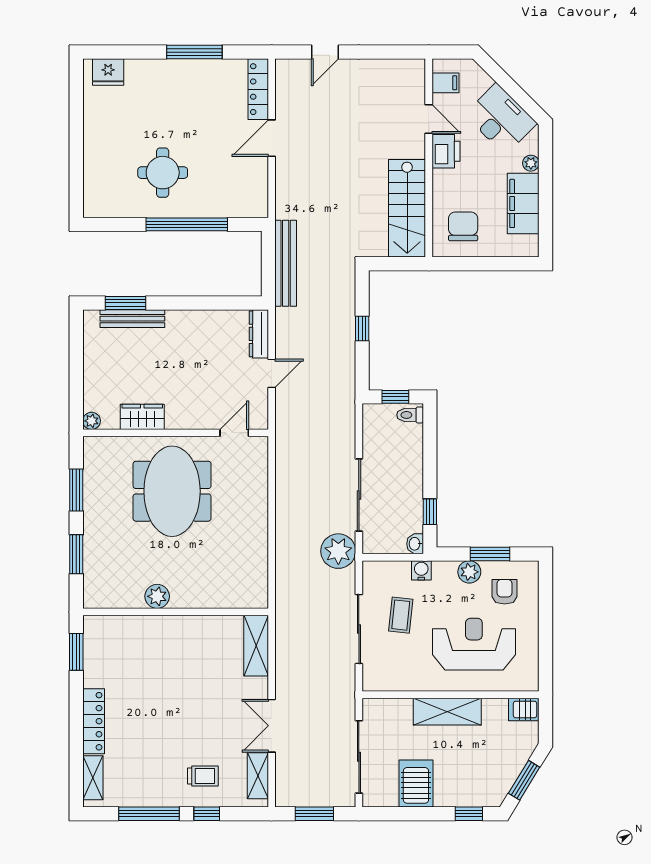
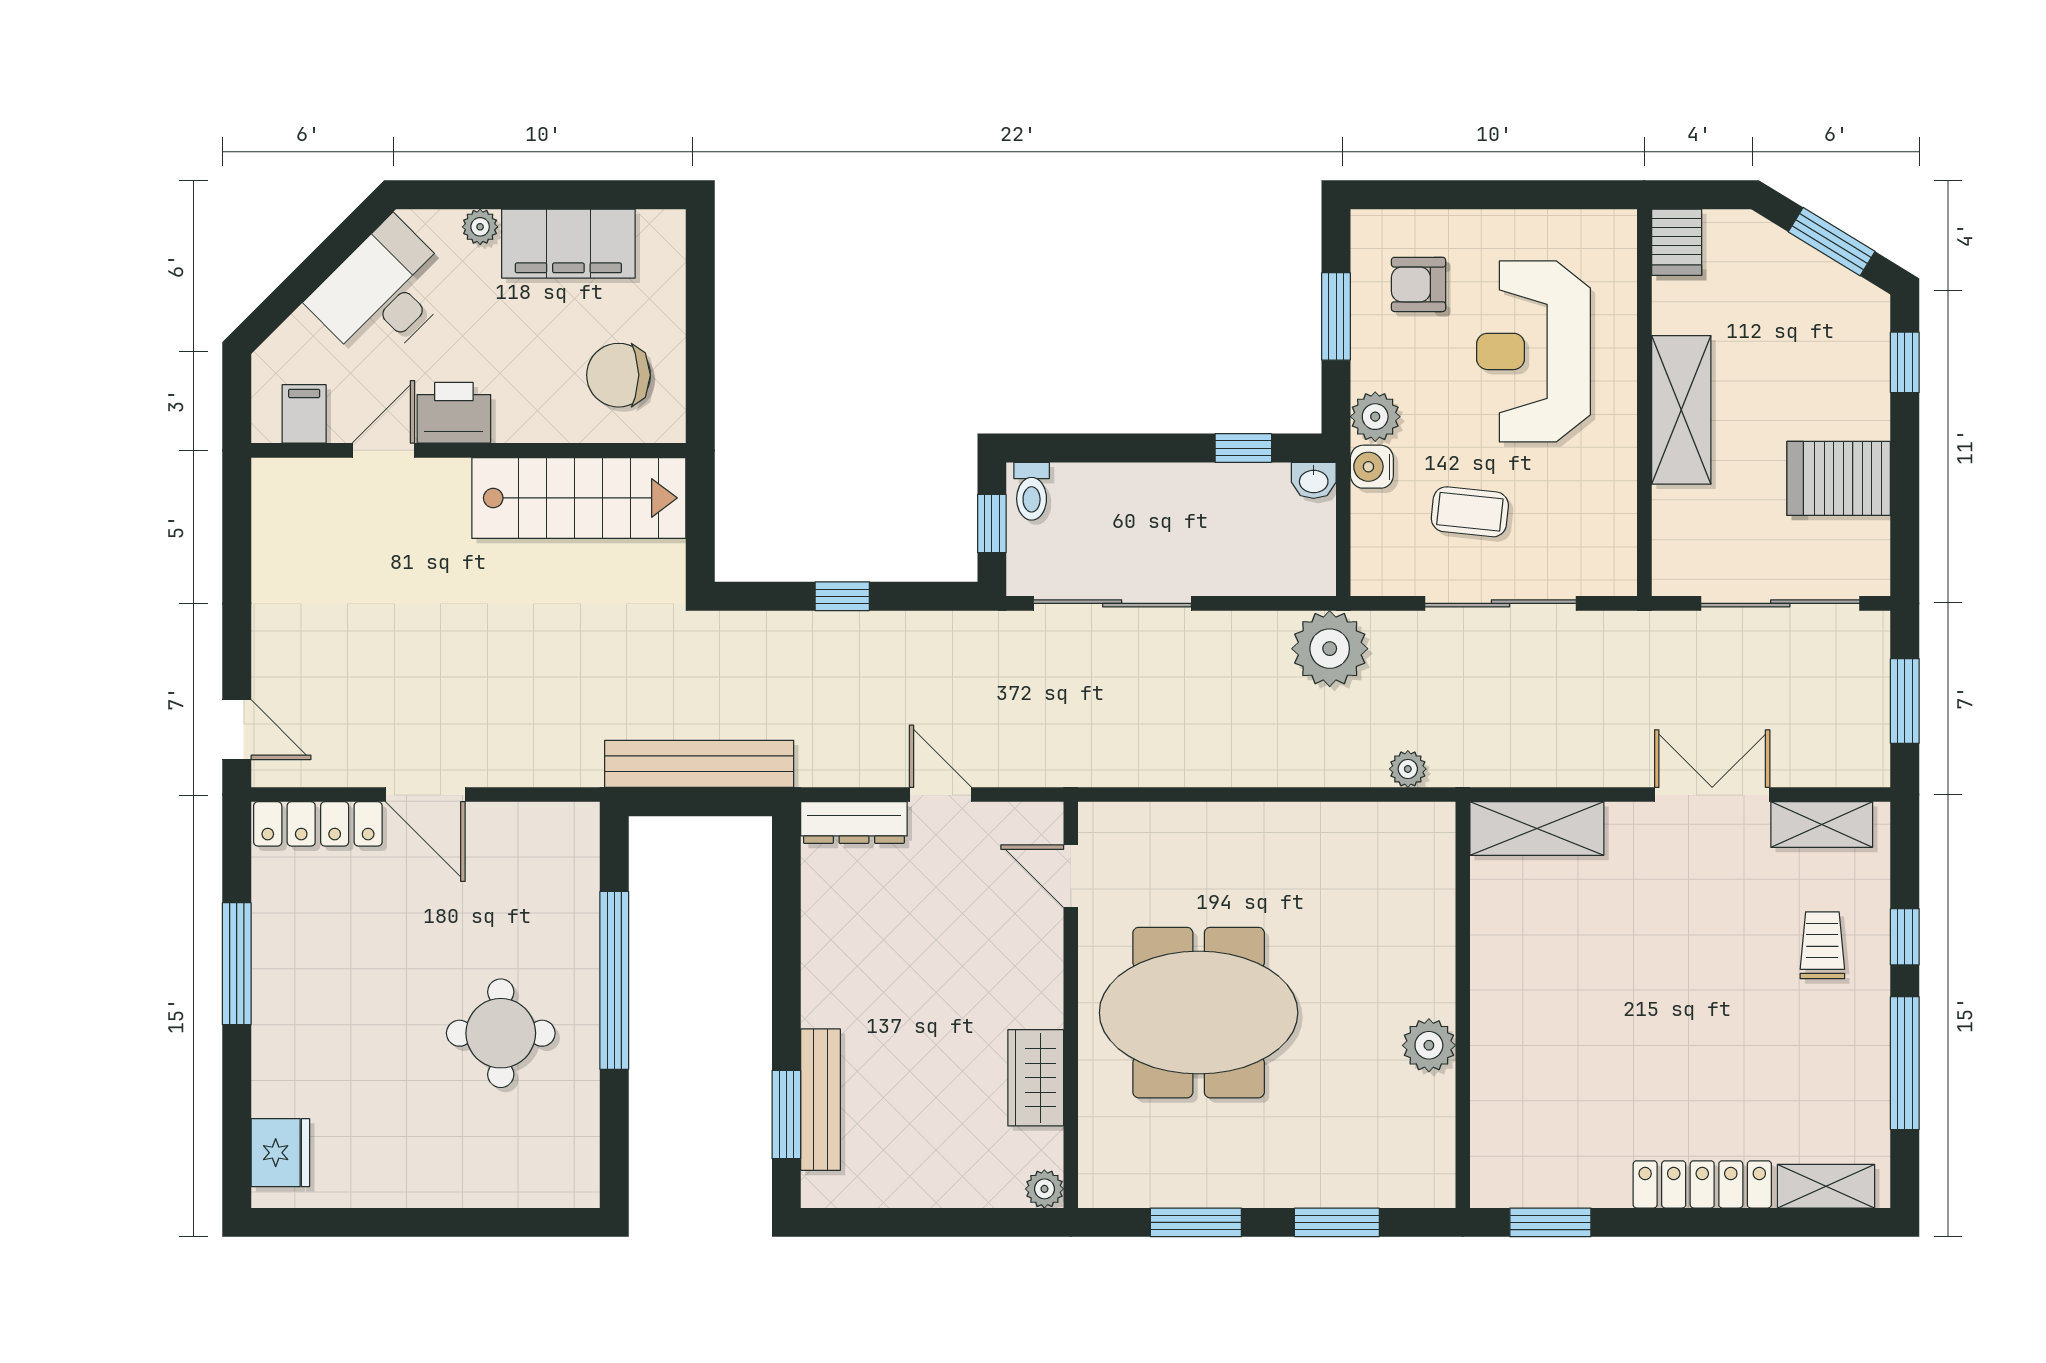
door: (325, 52) -> (237, 730), moved
sliding door: (359, 495) -> (1112, 603), moved
plant: (469, 572) -> (1375, 417), moved
plant: (283, 587) -> (1408, 769), added
double door: (272, 726) -> (1712, 795), swing flipped

